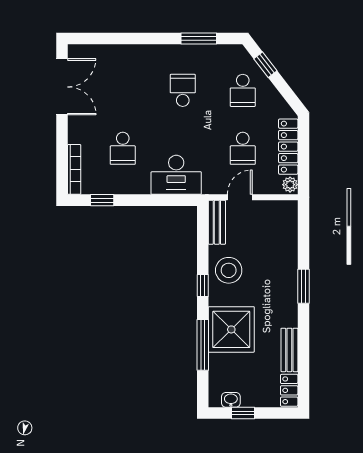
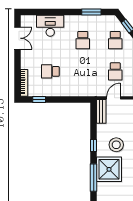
double door: (62, 87) -> (17, 38), width x0.73
school desk: (183, 90) -> (83, 40), turned 180
school desk: (123, 148) -> (50, 71), turned 90
desk: (176, 175) -> (50, 26), moved, turned 180
stool: (229, 270) -> (116, 145), moved

